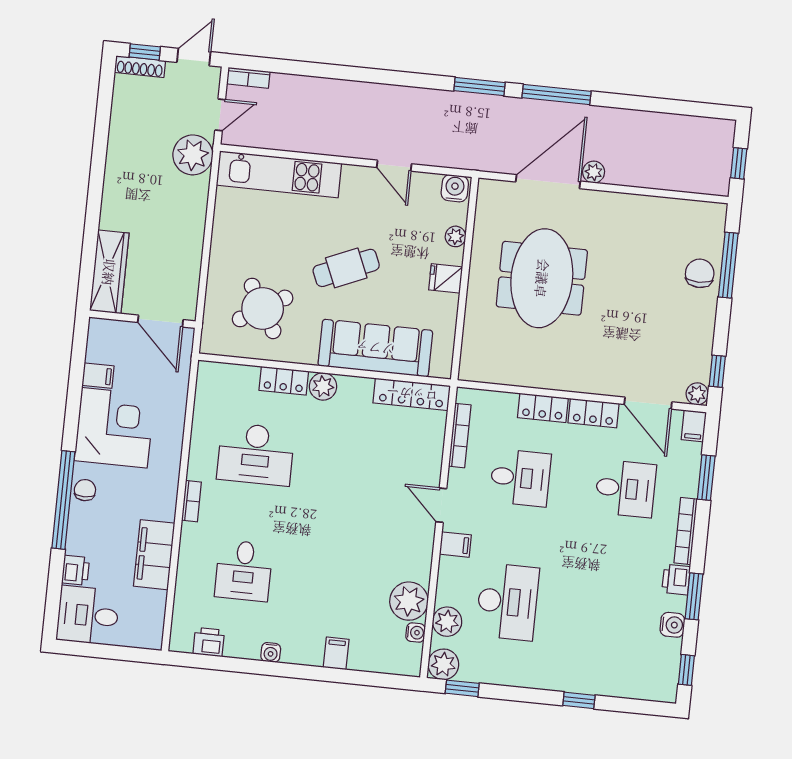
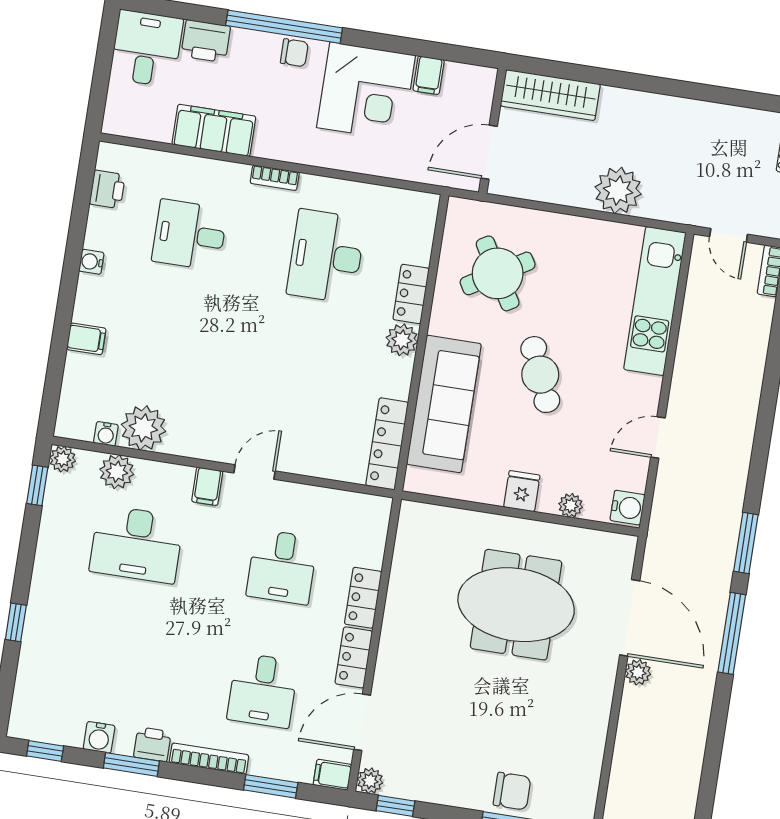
plant: (193, 155) -> (618, 190), moved
bookcase: (460, 436) -> (335, 498), removed
printer: (76, 570) -> (206, 41), width x1.36, depth x1.24
plant: (443, 664) -> (63, 459), width x0.73, depth x0.73

